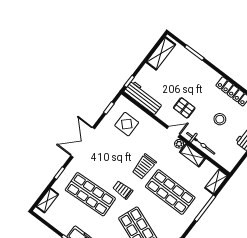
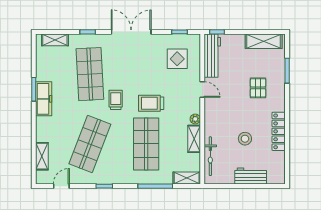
pallet: (184, 108) -> (258, 88), moved
door: (173, 132) -> (202, 89), moved
bicycle: (201, 143) -> (210, 156), moved

